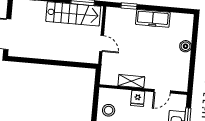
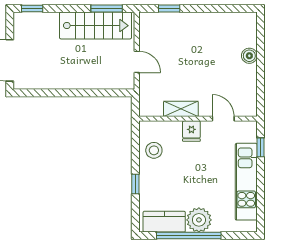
freezer: (153, 18) -> (202, 22), removed
door: (162, 91) -> (223, 119), swing flipped

